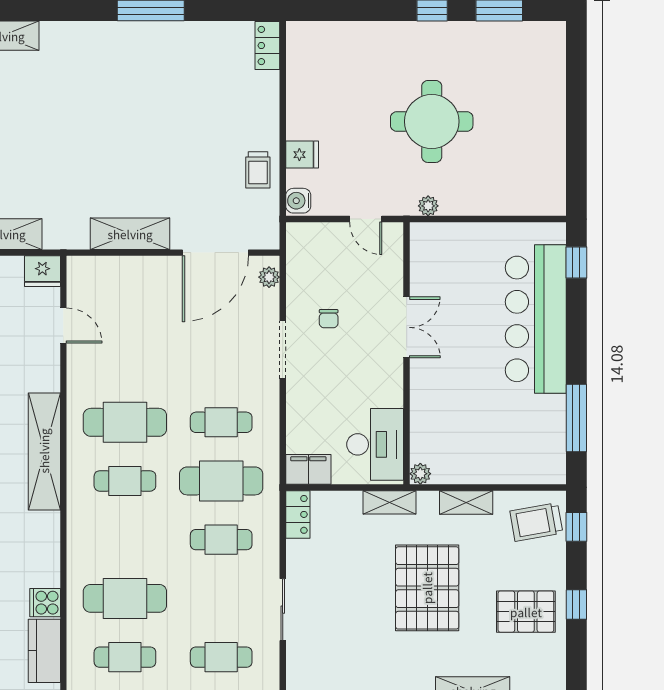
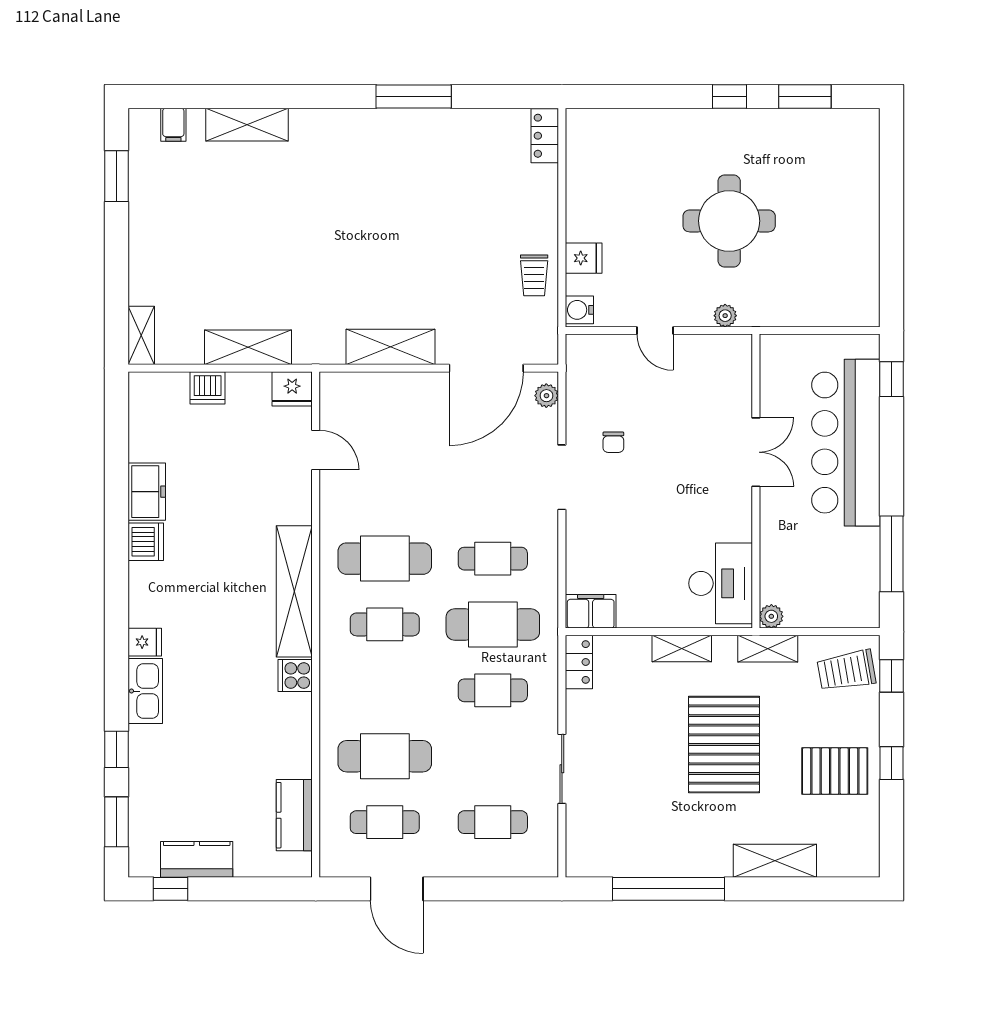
double door: (407, 327) -> (756, 452), moved
wall: (407, 353) -> (756, 481), moved
desk: (375, 444) -> (721, 583), moved
plant: (420, 474) -> (771, 616), moved
cooker: (45, 603) -> (295, 676), moved

